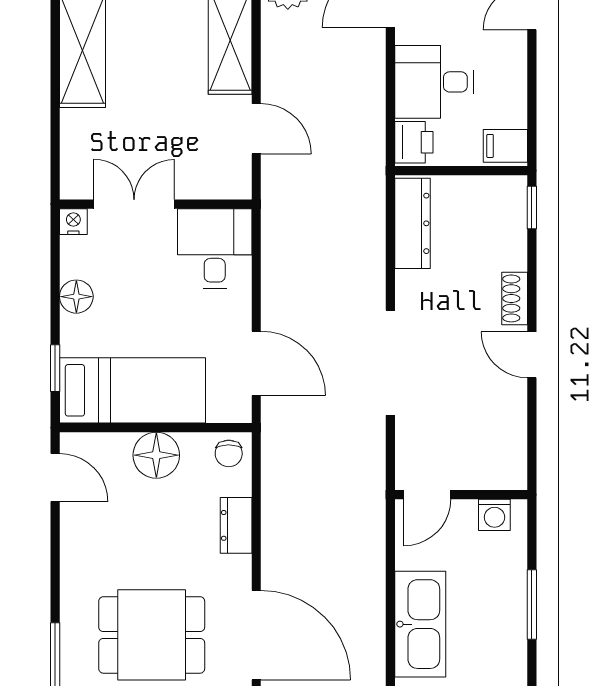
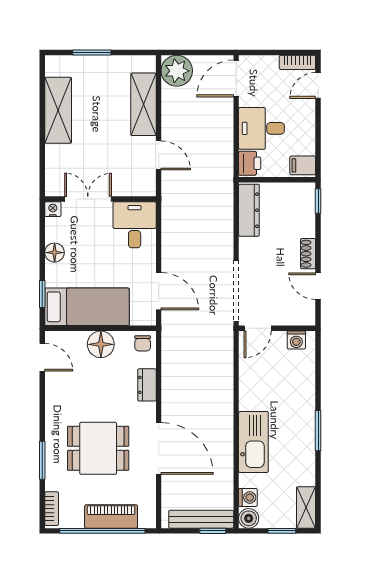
door: (427, 495) -> (258, 328), moved
wall: (461, 495) -> (277, 328), moved
washing machine: (494, 515) -> (296, 340), moved

